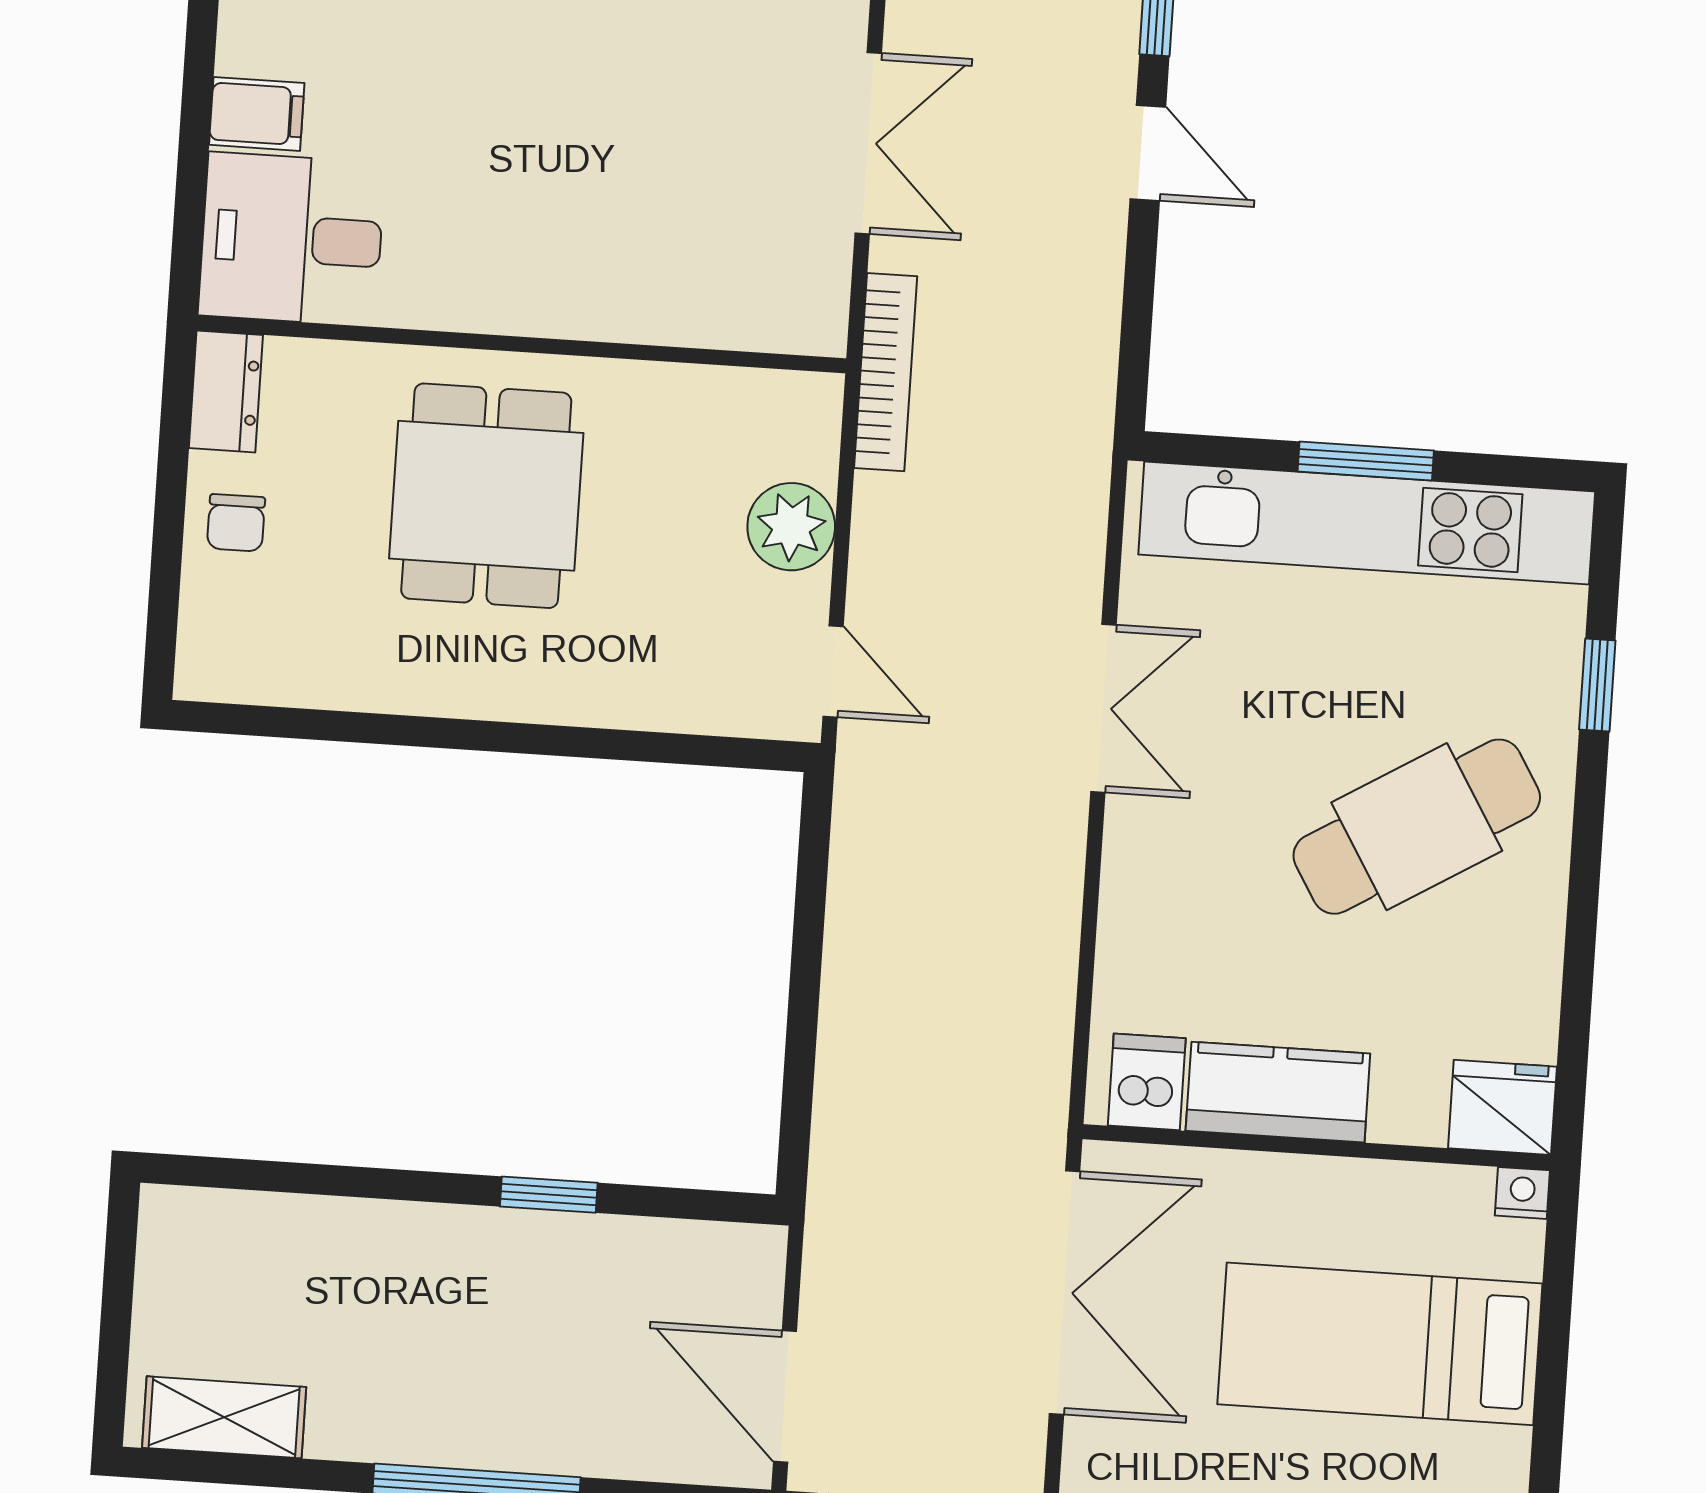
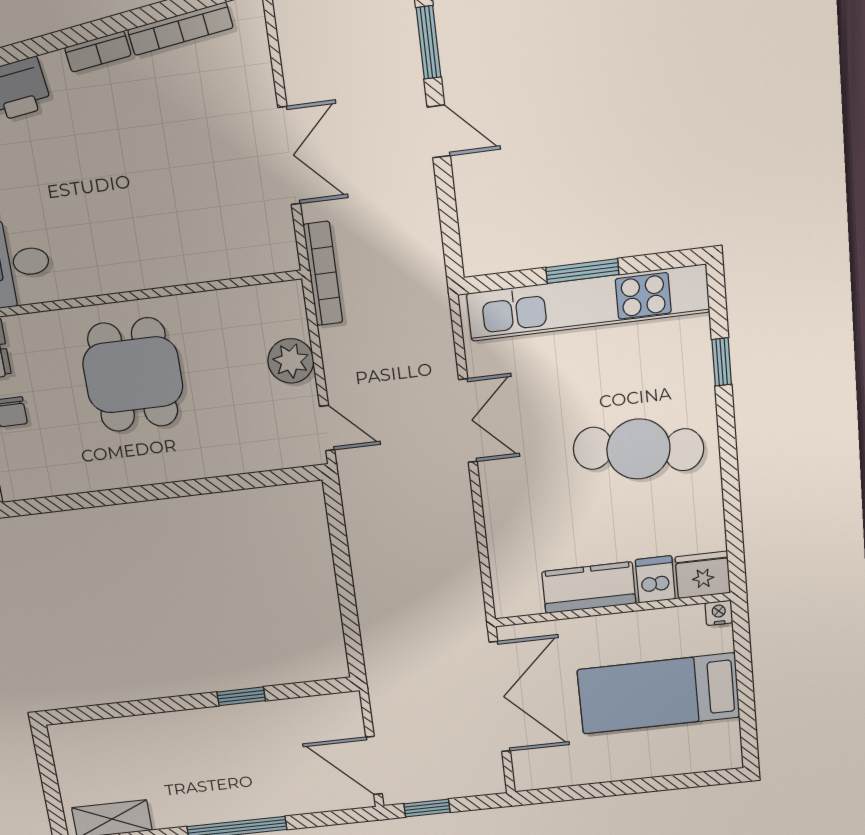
cafe table: (1417, 827) -> (638, 449), turned 39
dishwasher: (1147, 1082) -> (655, 579), moved

